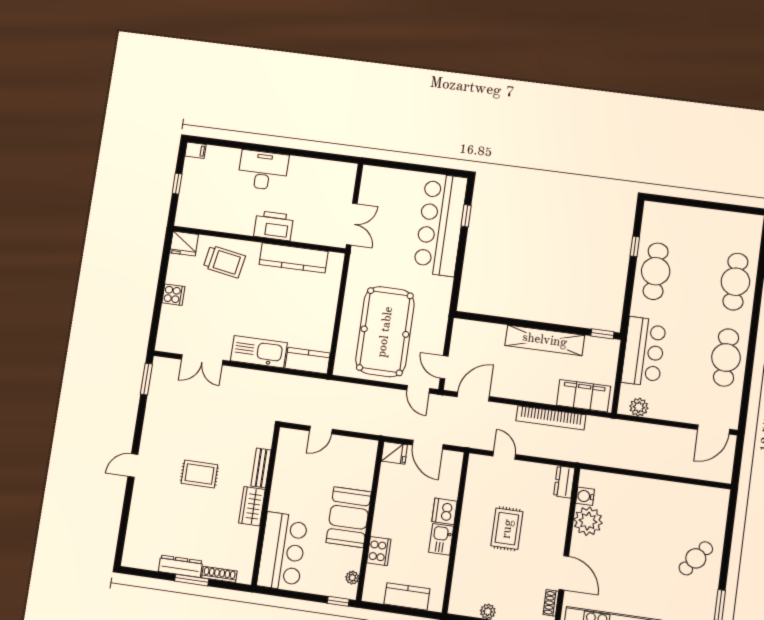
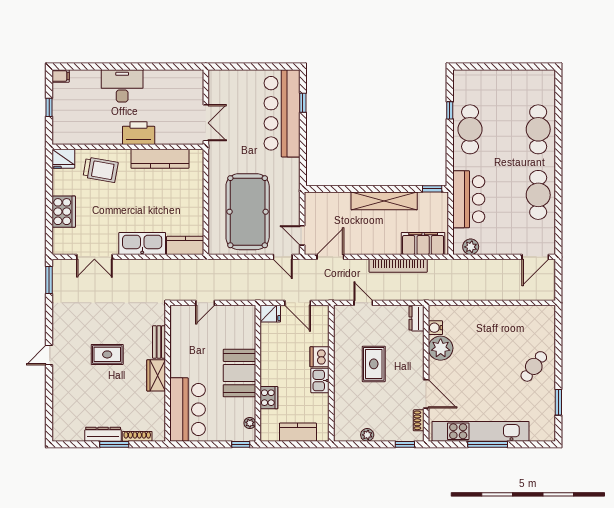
cooker: (173, 295) -> (64, 212), width x1.87, depth x1.31

